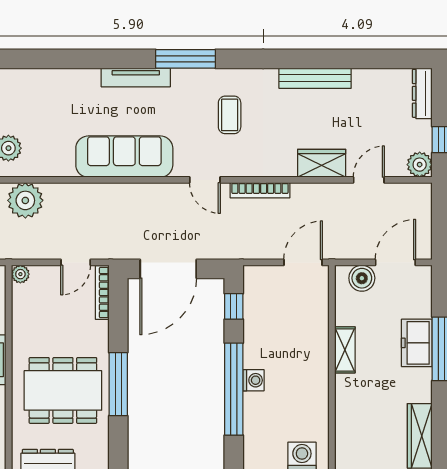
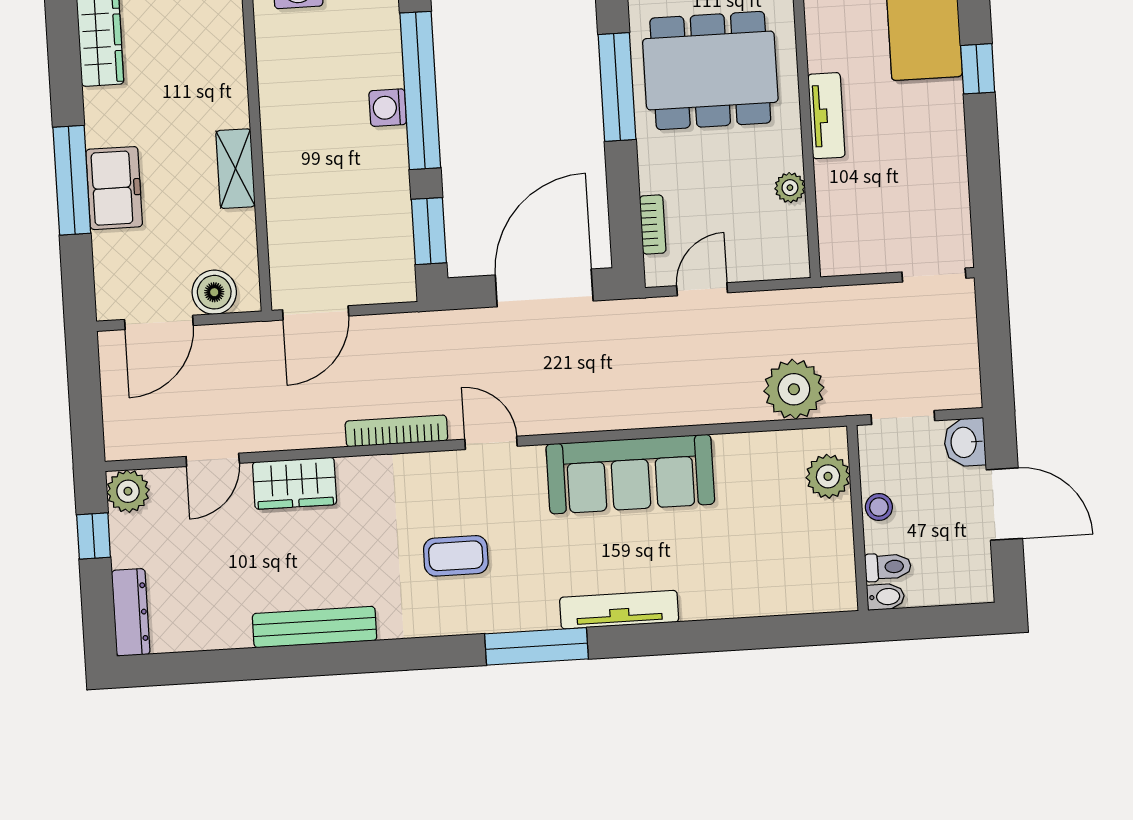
coffee table: (230, 115) -> (456, 556), turned 90
plant: (20, 274) -> (790, 188), moved
bookcase: (102, 293) -> (653, 224), width x0.64
window: (234, 306) -> (429, 231), width x1.50

